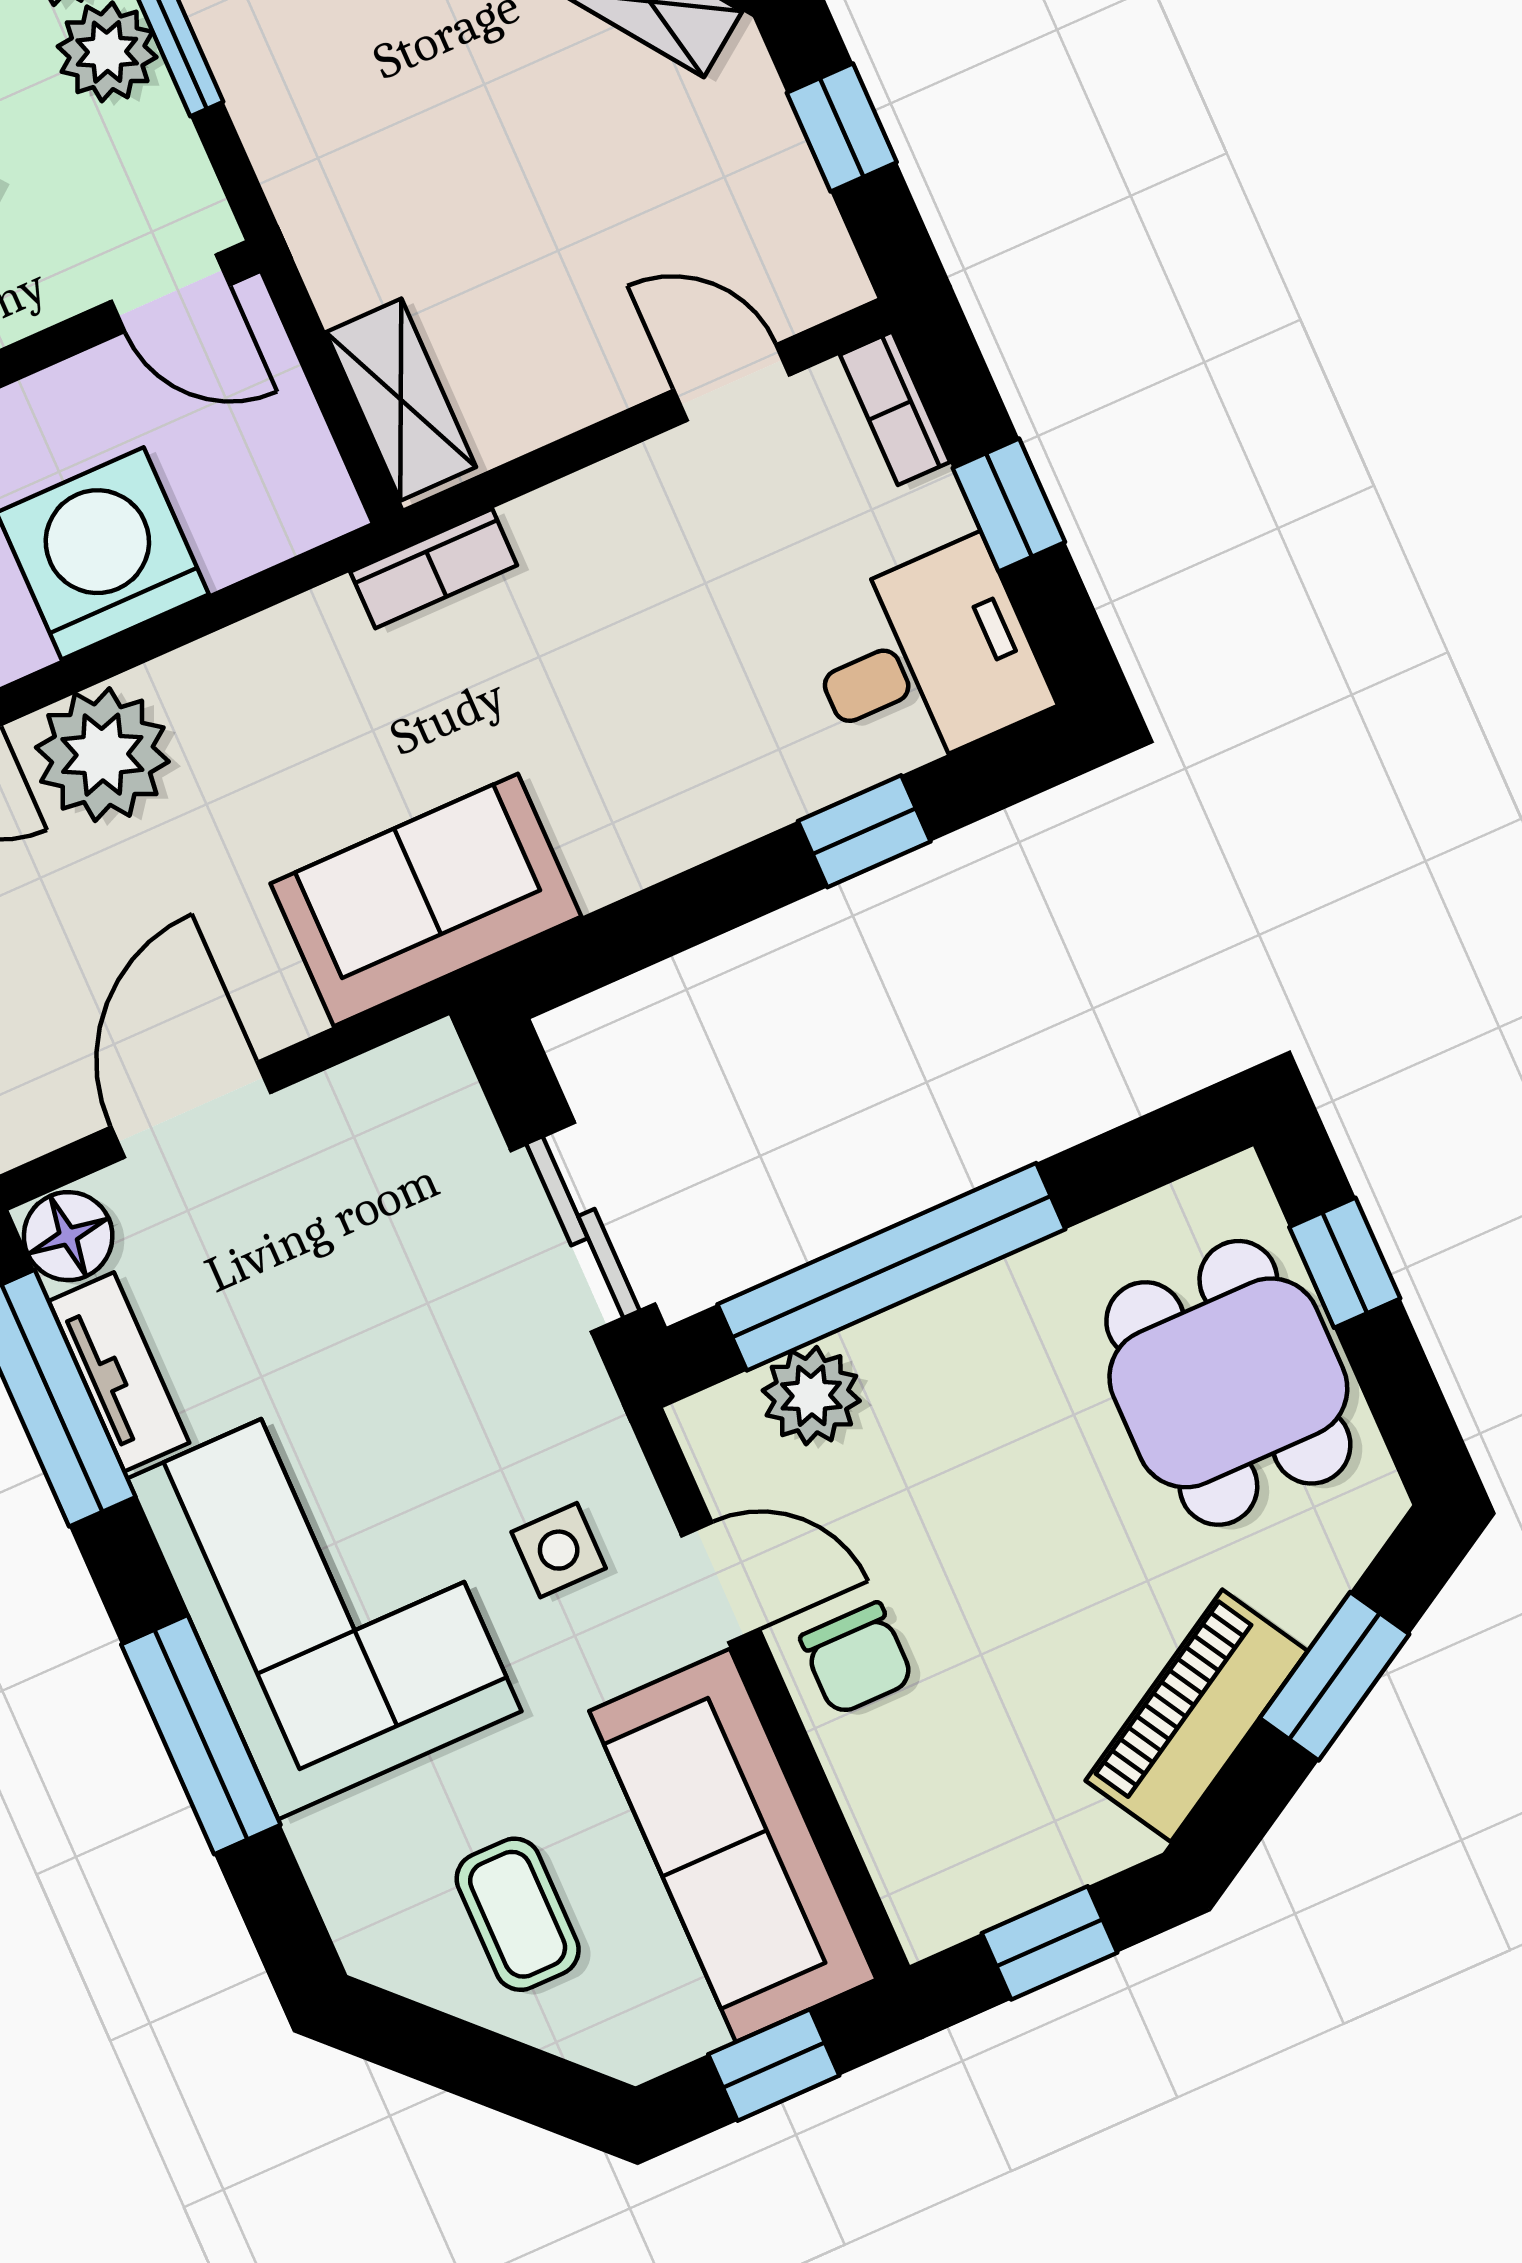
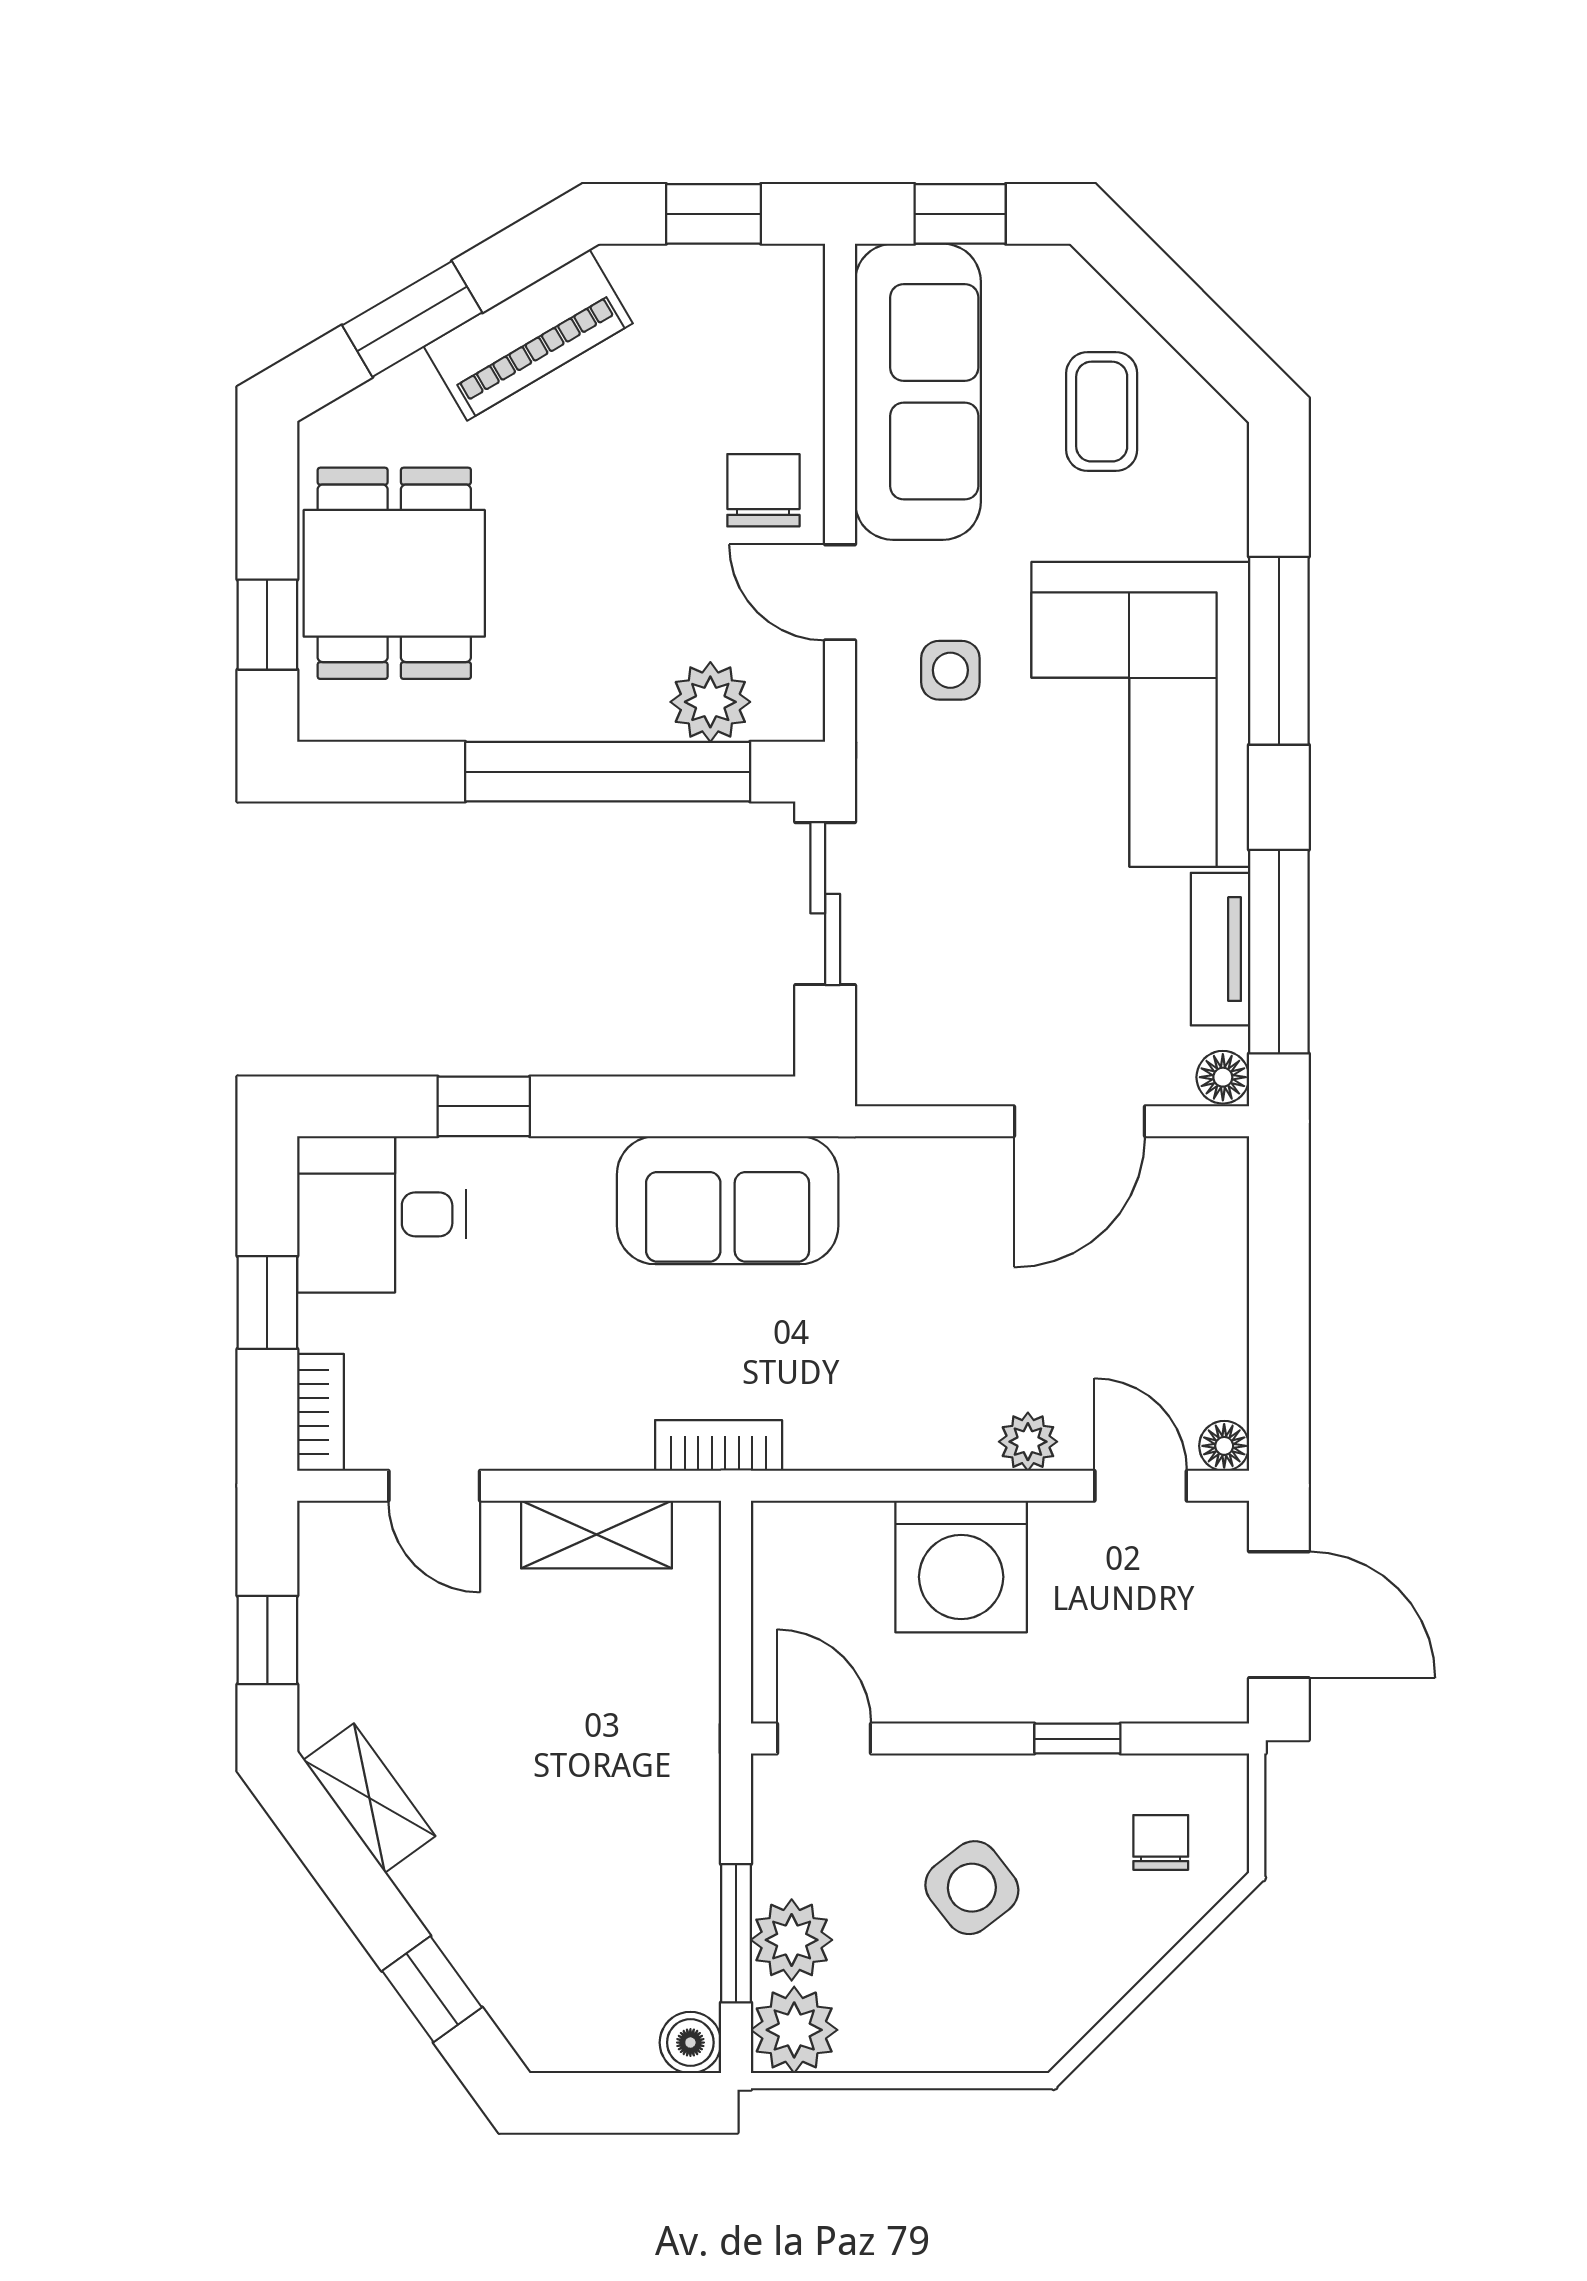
shelving: (401, 400) -> (596, 1535), moved, turned 90
plant: (102, 755) -> (1028, 1442), width x0.53, depth x0.53
sofa: (426, 900) -> (728, 1200), moved
floor lamp: (68, 1236) -> (1223, 1077), width x0.73, depth x0.73

